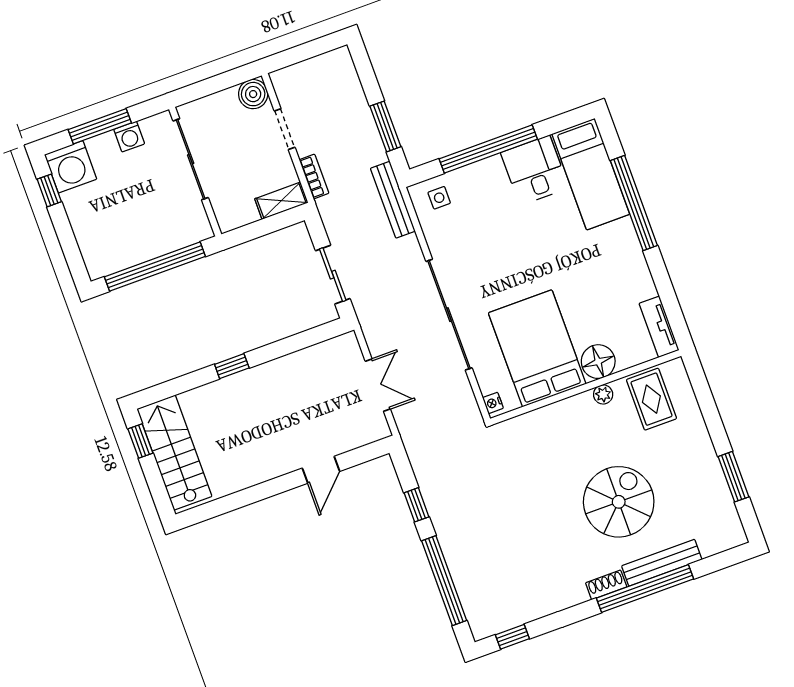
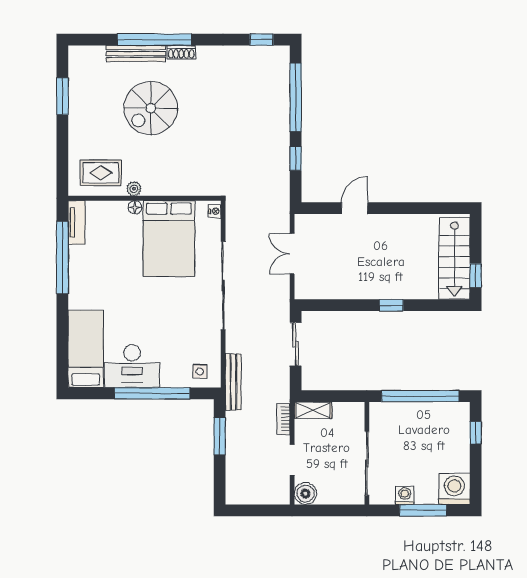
desk: (535, 170) -> (132, 366), width x1.37
window: (49, 190) -> (476, 433), moved
window: (634, 203) -> (62, 258), moved
floor lamp: (598, 362) -> (135, 207), width x0.53, depth x0.53
rug: (651, 399) -> (101, 173), turned 90

